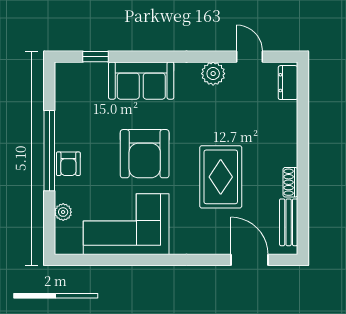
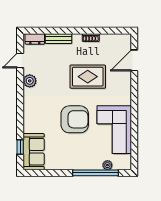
sofa: (141, 81) -> (34, 152), moved
window: (49, 151) -> (95, 173), moved
armchair: (68, 164) -> (80, 162), removed
bench: (289, 222) -> (59, 39), moved

